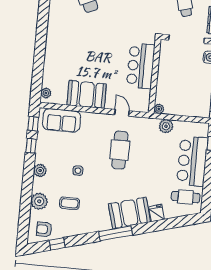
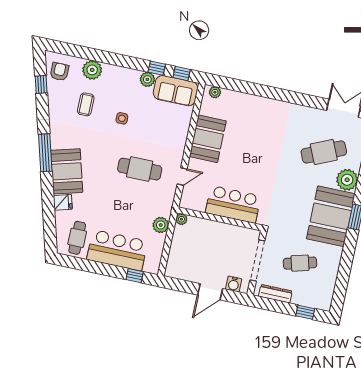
sofa: (62, 120) -> (176, 91), moved, turned -90
plant: (40, 171) -> (147, 79), moved

